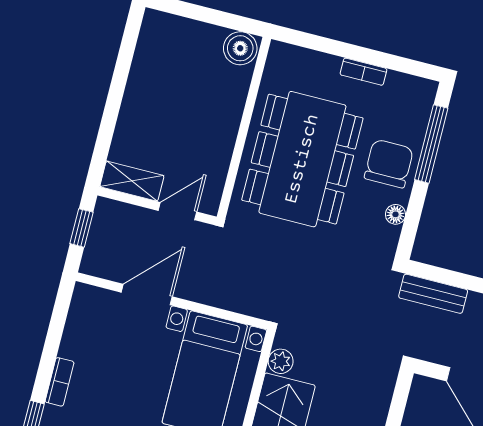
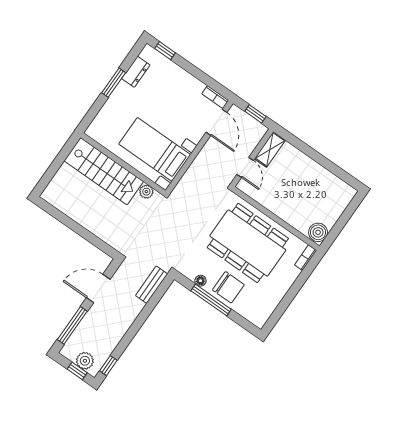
bookcase: (363, 72) -> (306, 258), moved
window: (431, 144) -> (211, 300), moved
door: (147, 295) -> (217, 122), moved
bookcase: (60, 382) -> (215, 97), moved

